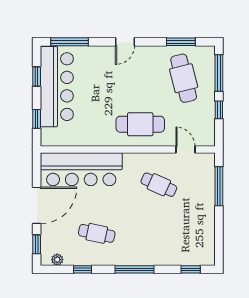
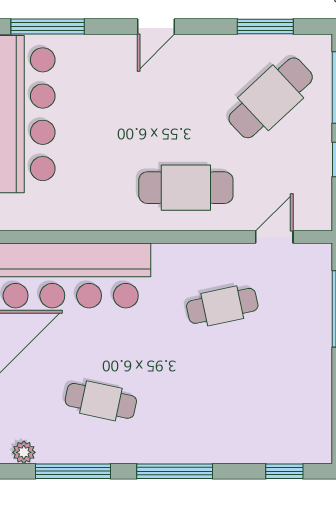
cafe table: (184, 78) -> (271, 98), turned 61
door: (185, 149) -> (274, 237), hinge flipped
cafe table: (159, 185) -> (222, 306), turned -36
window: (82, 269) -> (73, 471), width x2.17

